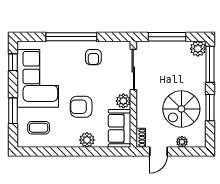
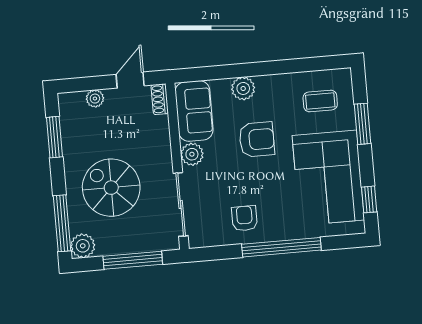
window: (210, 108) -> (54, 137), moved
spiral stairs: (181, 109) -> (111, 188), moved, turned -90

